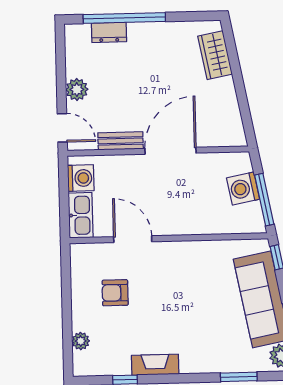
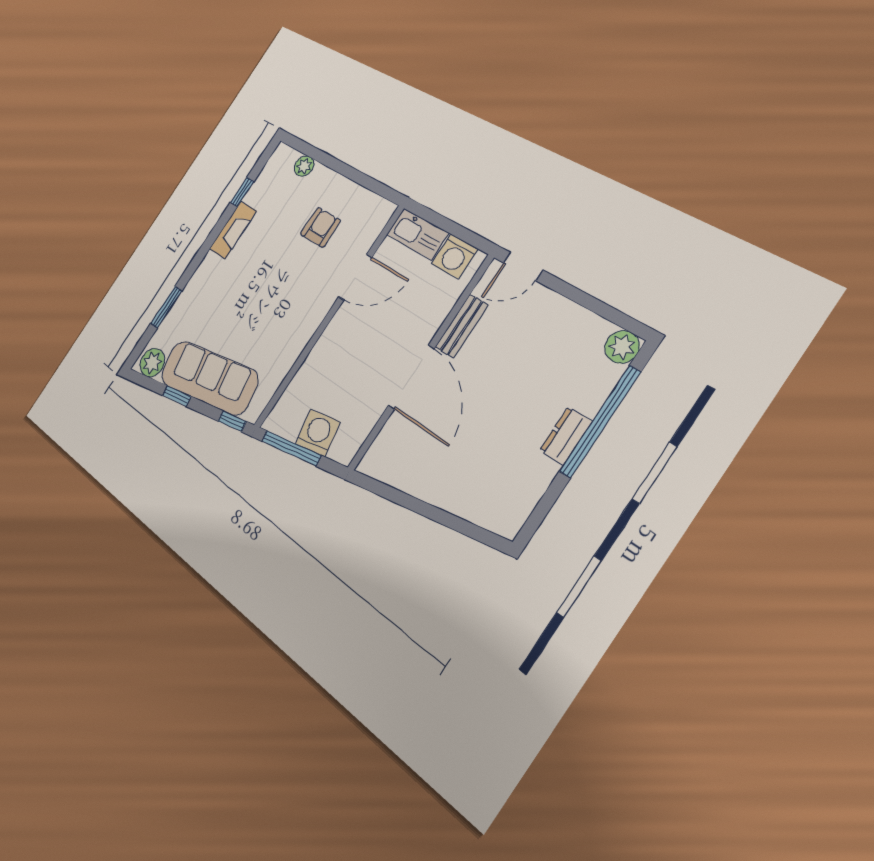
dresser: (109, 32) -> (566, 436), moved
wardrobe: (215, 55) -> (477, 504), removed
plant: (77, 89) -> (622, 347), moved

